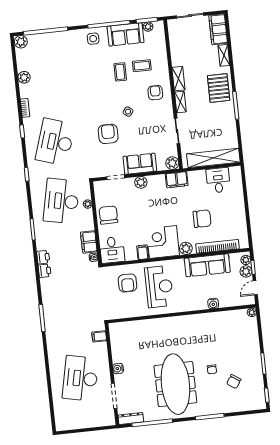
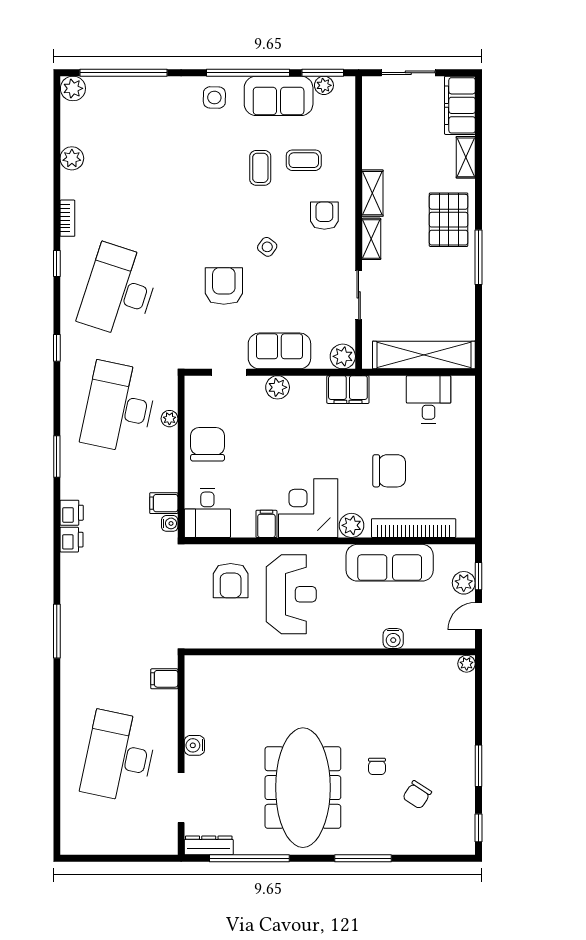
filing cabinet: (89, 242) -> (164, 503), width x0.50
plant: (246, 260) -> (466, 560), removed

